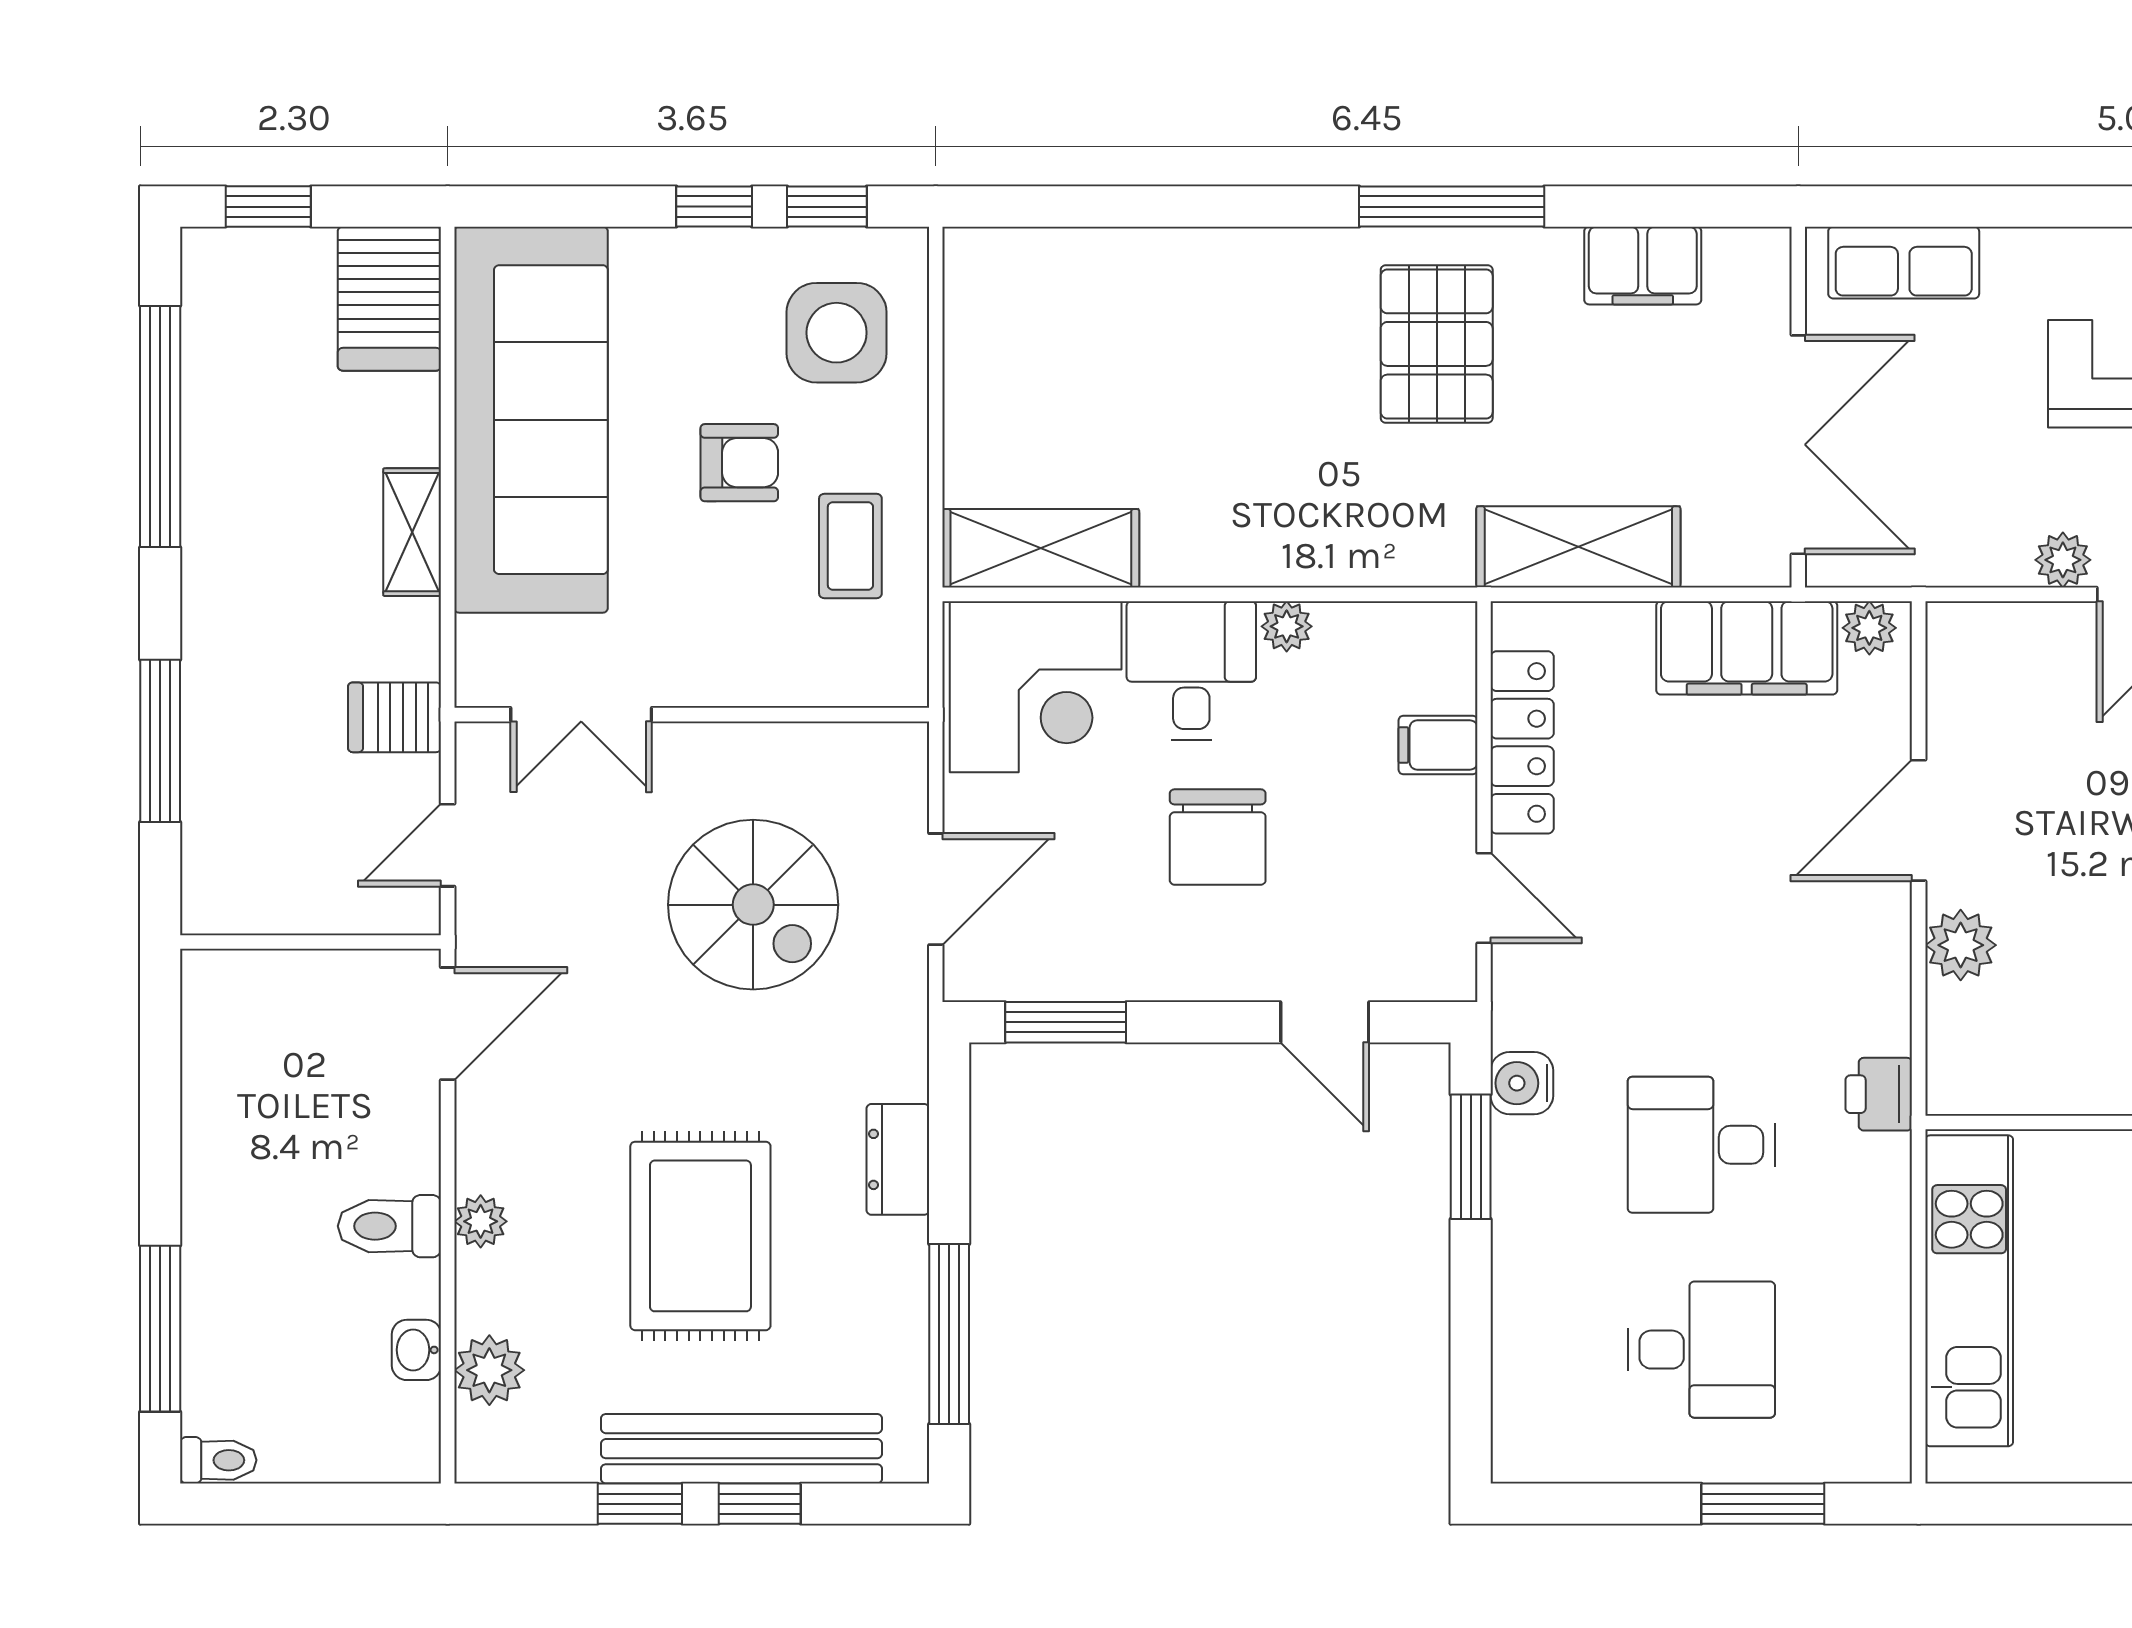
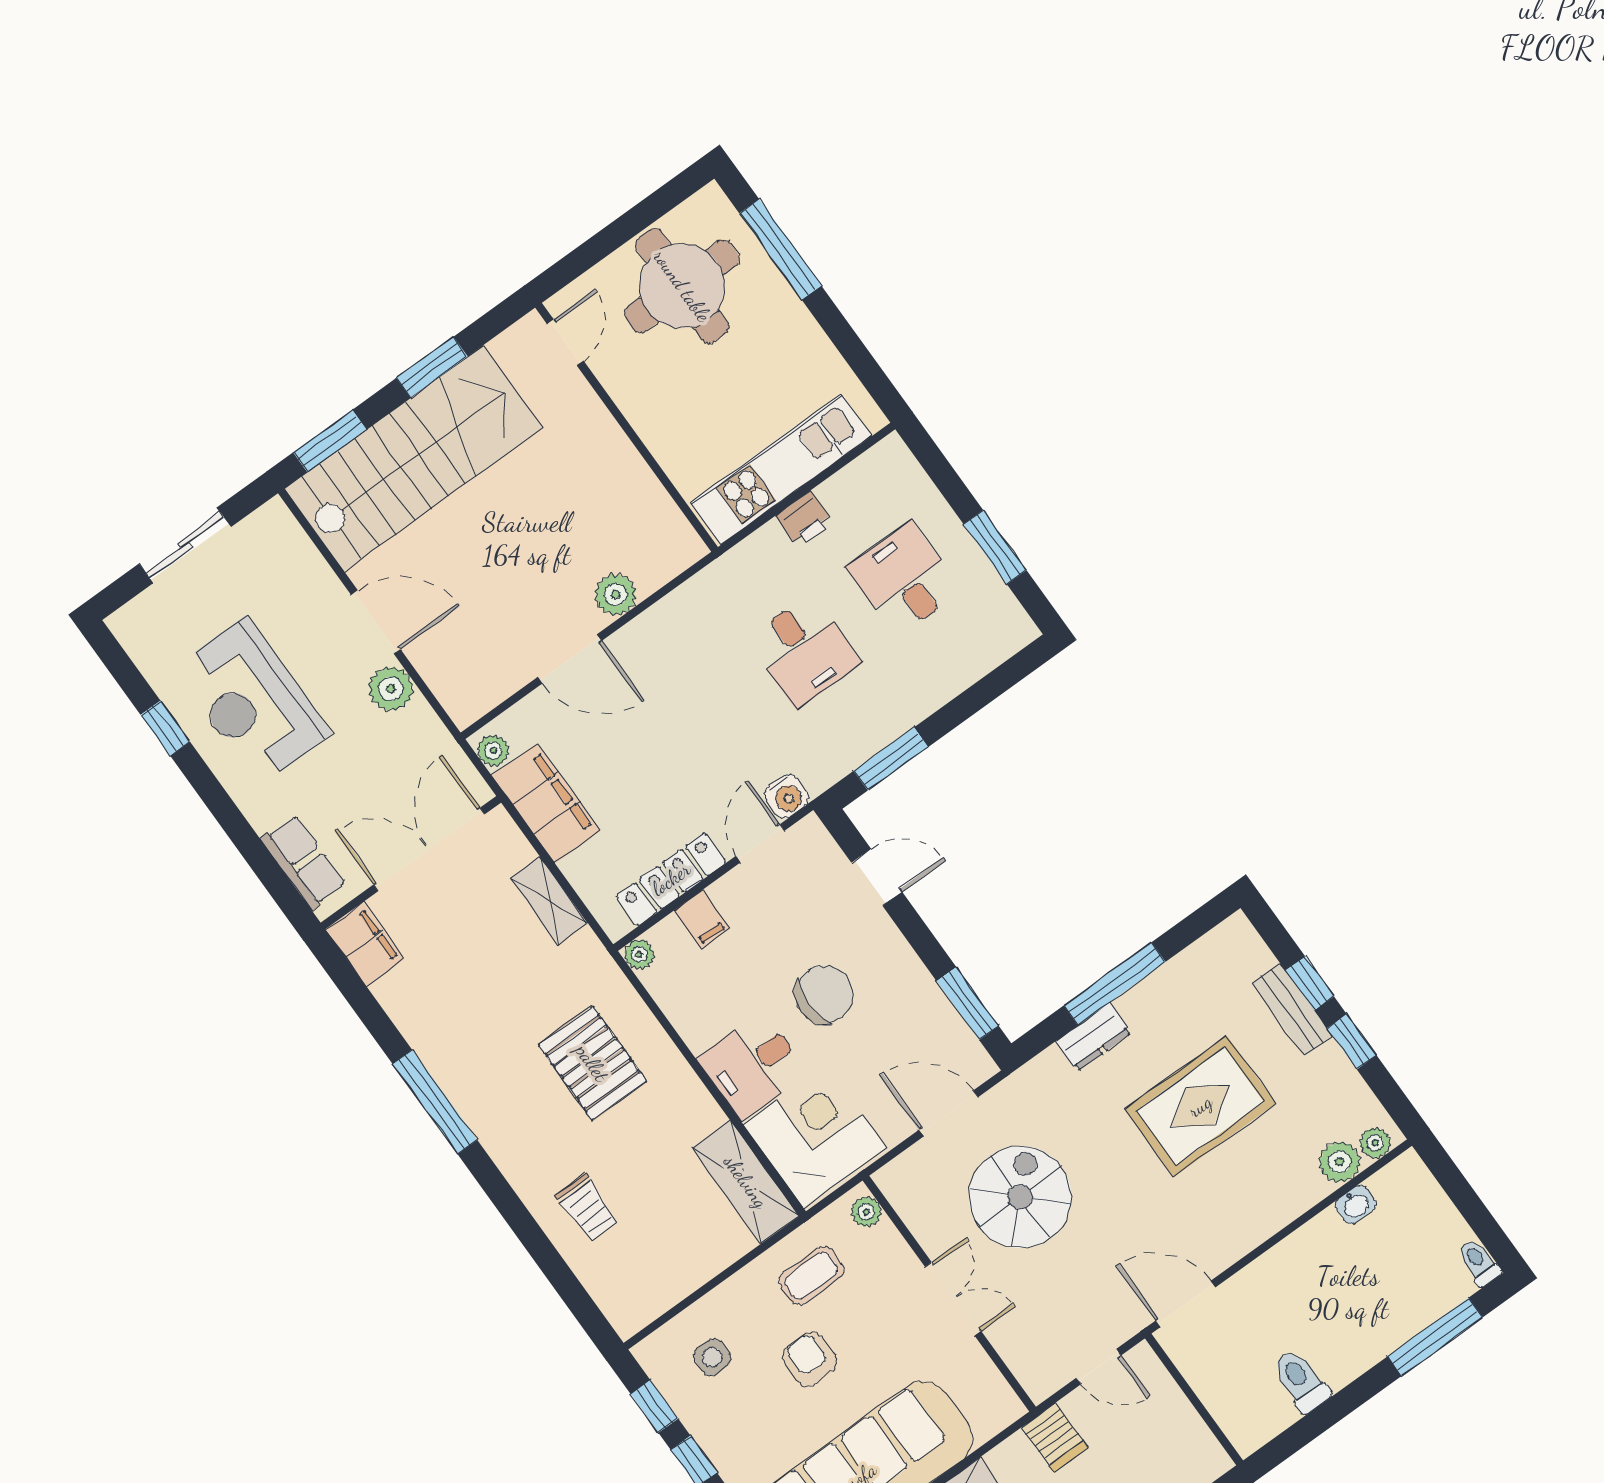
filing cabinet: (1643, 266) -> (365, 944), moved
trolley: (1159, 309) -> (587, 1208), added
side table: (837, 333) -> (712, 1357), width x0.54, depth x0.54
pallet: (1437, 344) -> (592, 1063), moved, turned 90
shelving: (1578, 547) -> (549, 901), width x0.67, depth x0.75
plant: (2063, 560) -> (391, 689), width x1.38, depth x1.38
plant: (1287, 626) -> (639, 954), moved
plant: (883, 682) -> (866, 1212), added
double door: (581, 715) -> (953, 1299), moved
door: (1325, 1022) -> (877, 877), hinge flipped
water cooler: (1522, 1083) -> (787, 796), moved
printer: (1879, 1094) -> (804, 519), moved
plant: (481, 1221) -> (1375, 1143), moved
toilet: (389, 1226) -> (1301, 1381), moved, turned 180
window: (949, 1334) -> (1115, 984), moved
bench: (742, 1449) -> (1292, 1009), width x0.54, depth x0.82
window: (1763, 1504) -> (995, 547), moved

